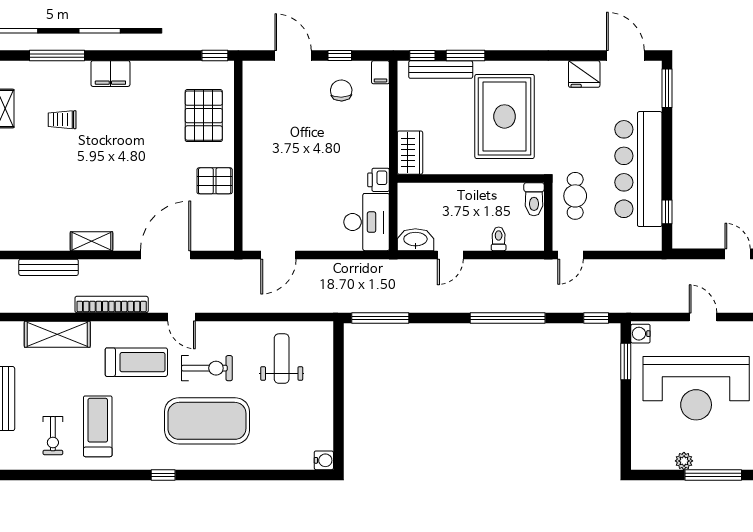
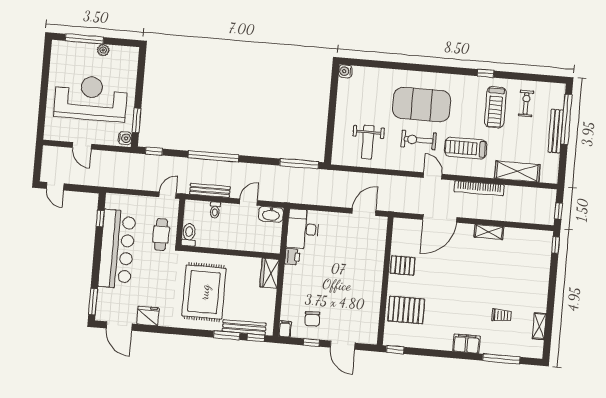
pallet: (204, 116) -> (406, 310), turned 90
bench: (49, 267) -> (210, 190), moved
window: (163, 475) -> (486, 73), moved

